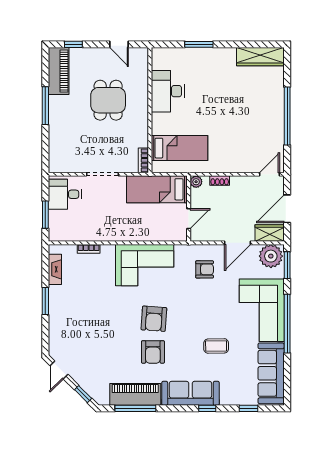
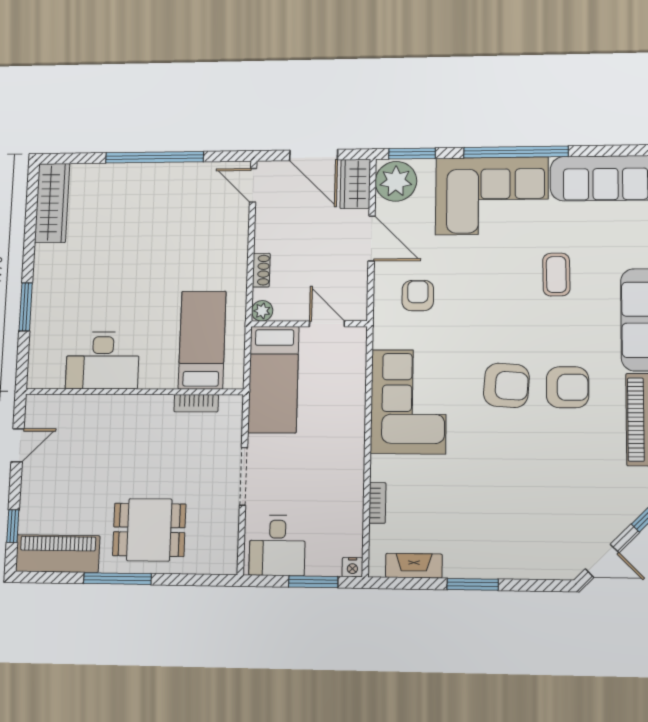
dining table: (108, 100) -> (149, 530), moved
bookcase: (143, 160) -> (196, 403), moved
nightstand: (54, 236) -> (352, 567), added

